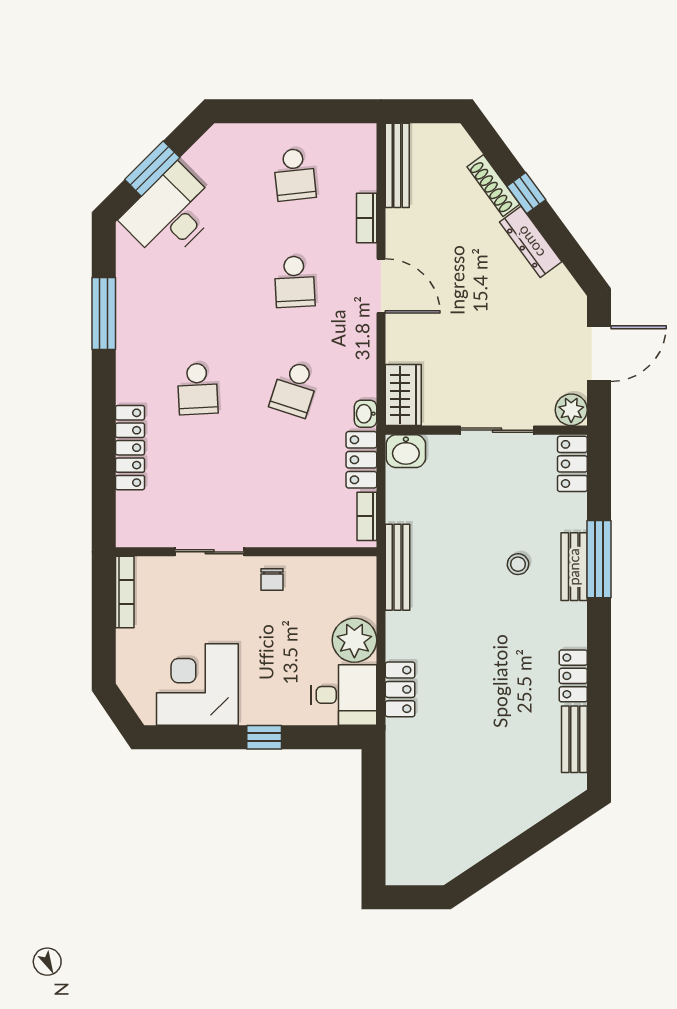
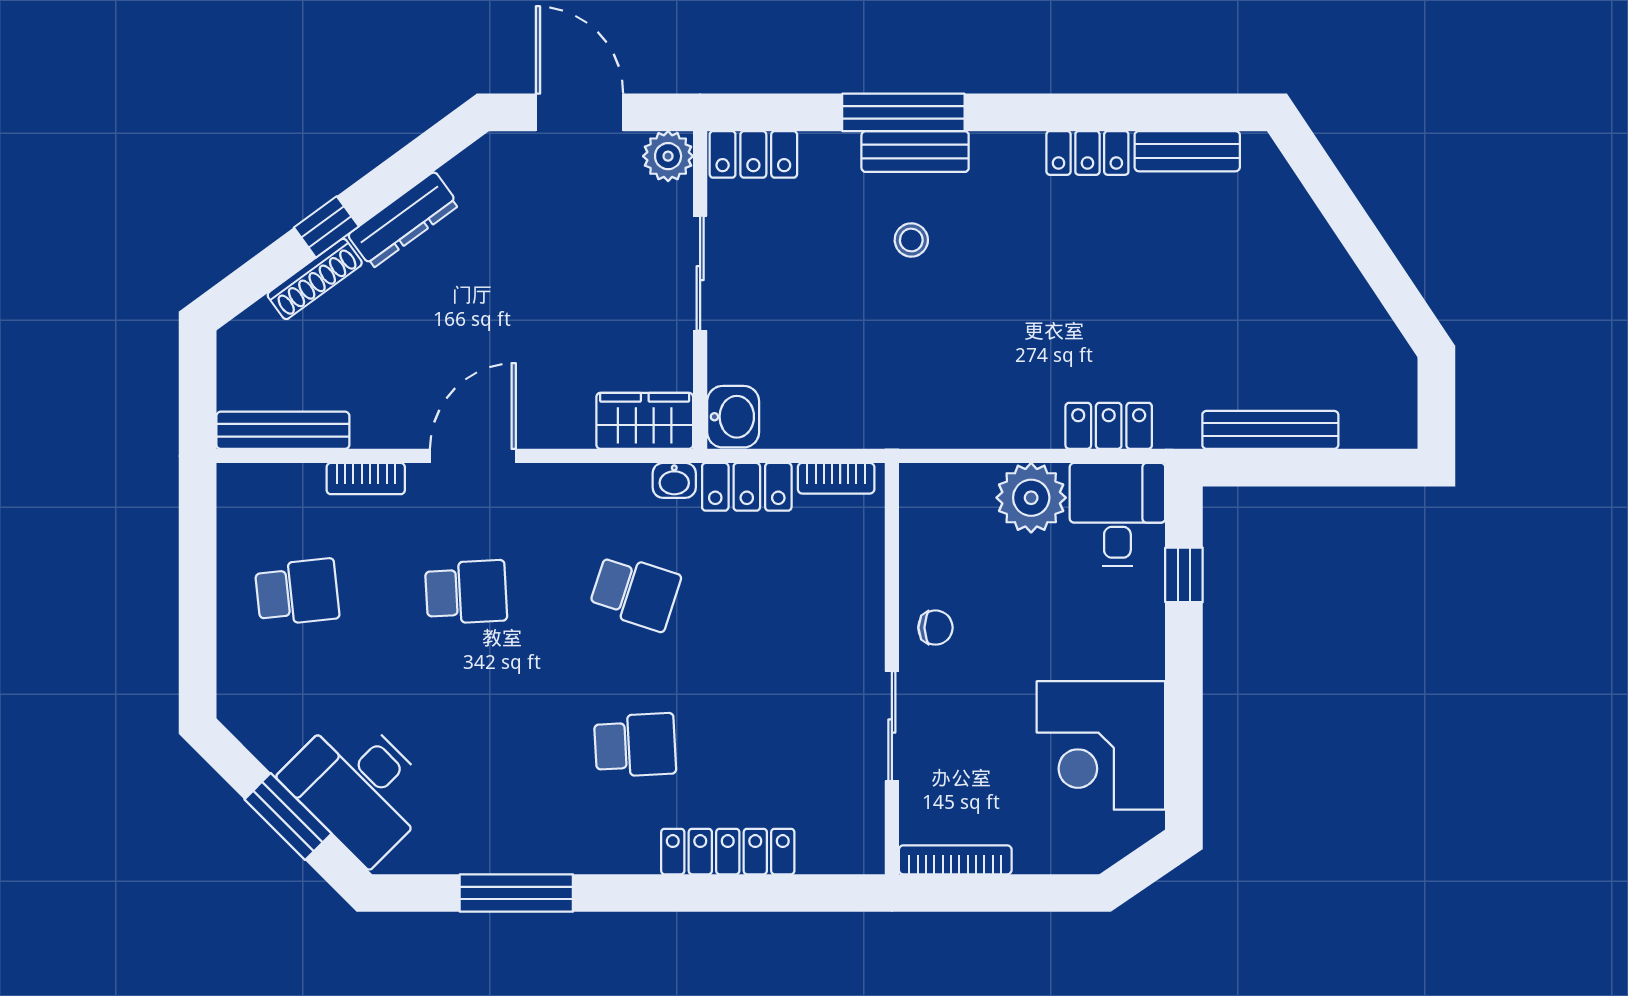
bench: (398, 567) -> (1270, 430), moved
window: (264, 737) -> (1184, 575), moved

